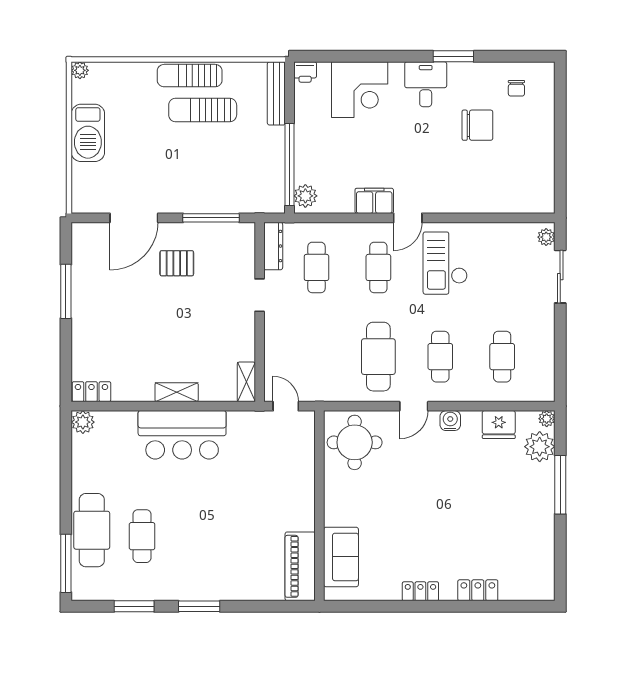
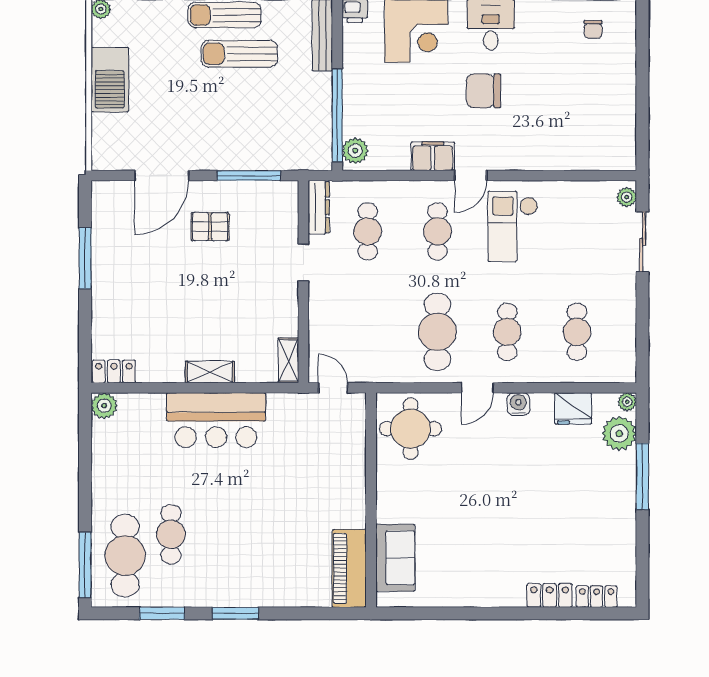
chair: (477, 125) -> (483, 91), moved, turned 180
cafe table: (92, 530) -> (125, 556), moved
locker: (420, 591) -> (597, 597), moved

